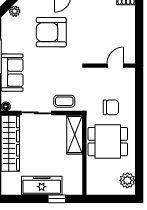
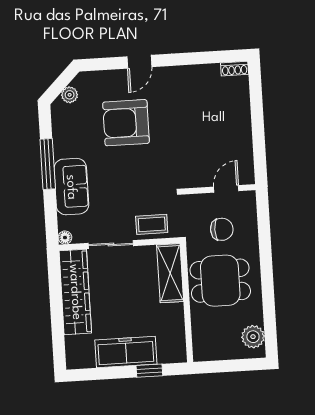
wall: (111, 66) -> (219, 189), moved
door: (115, 66) -> (226, 189), moved

